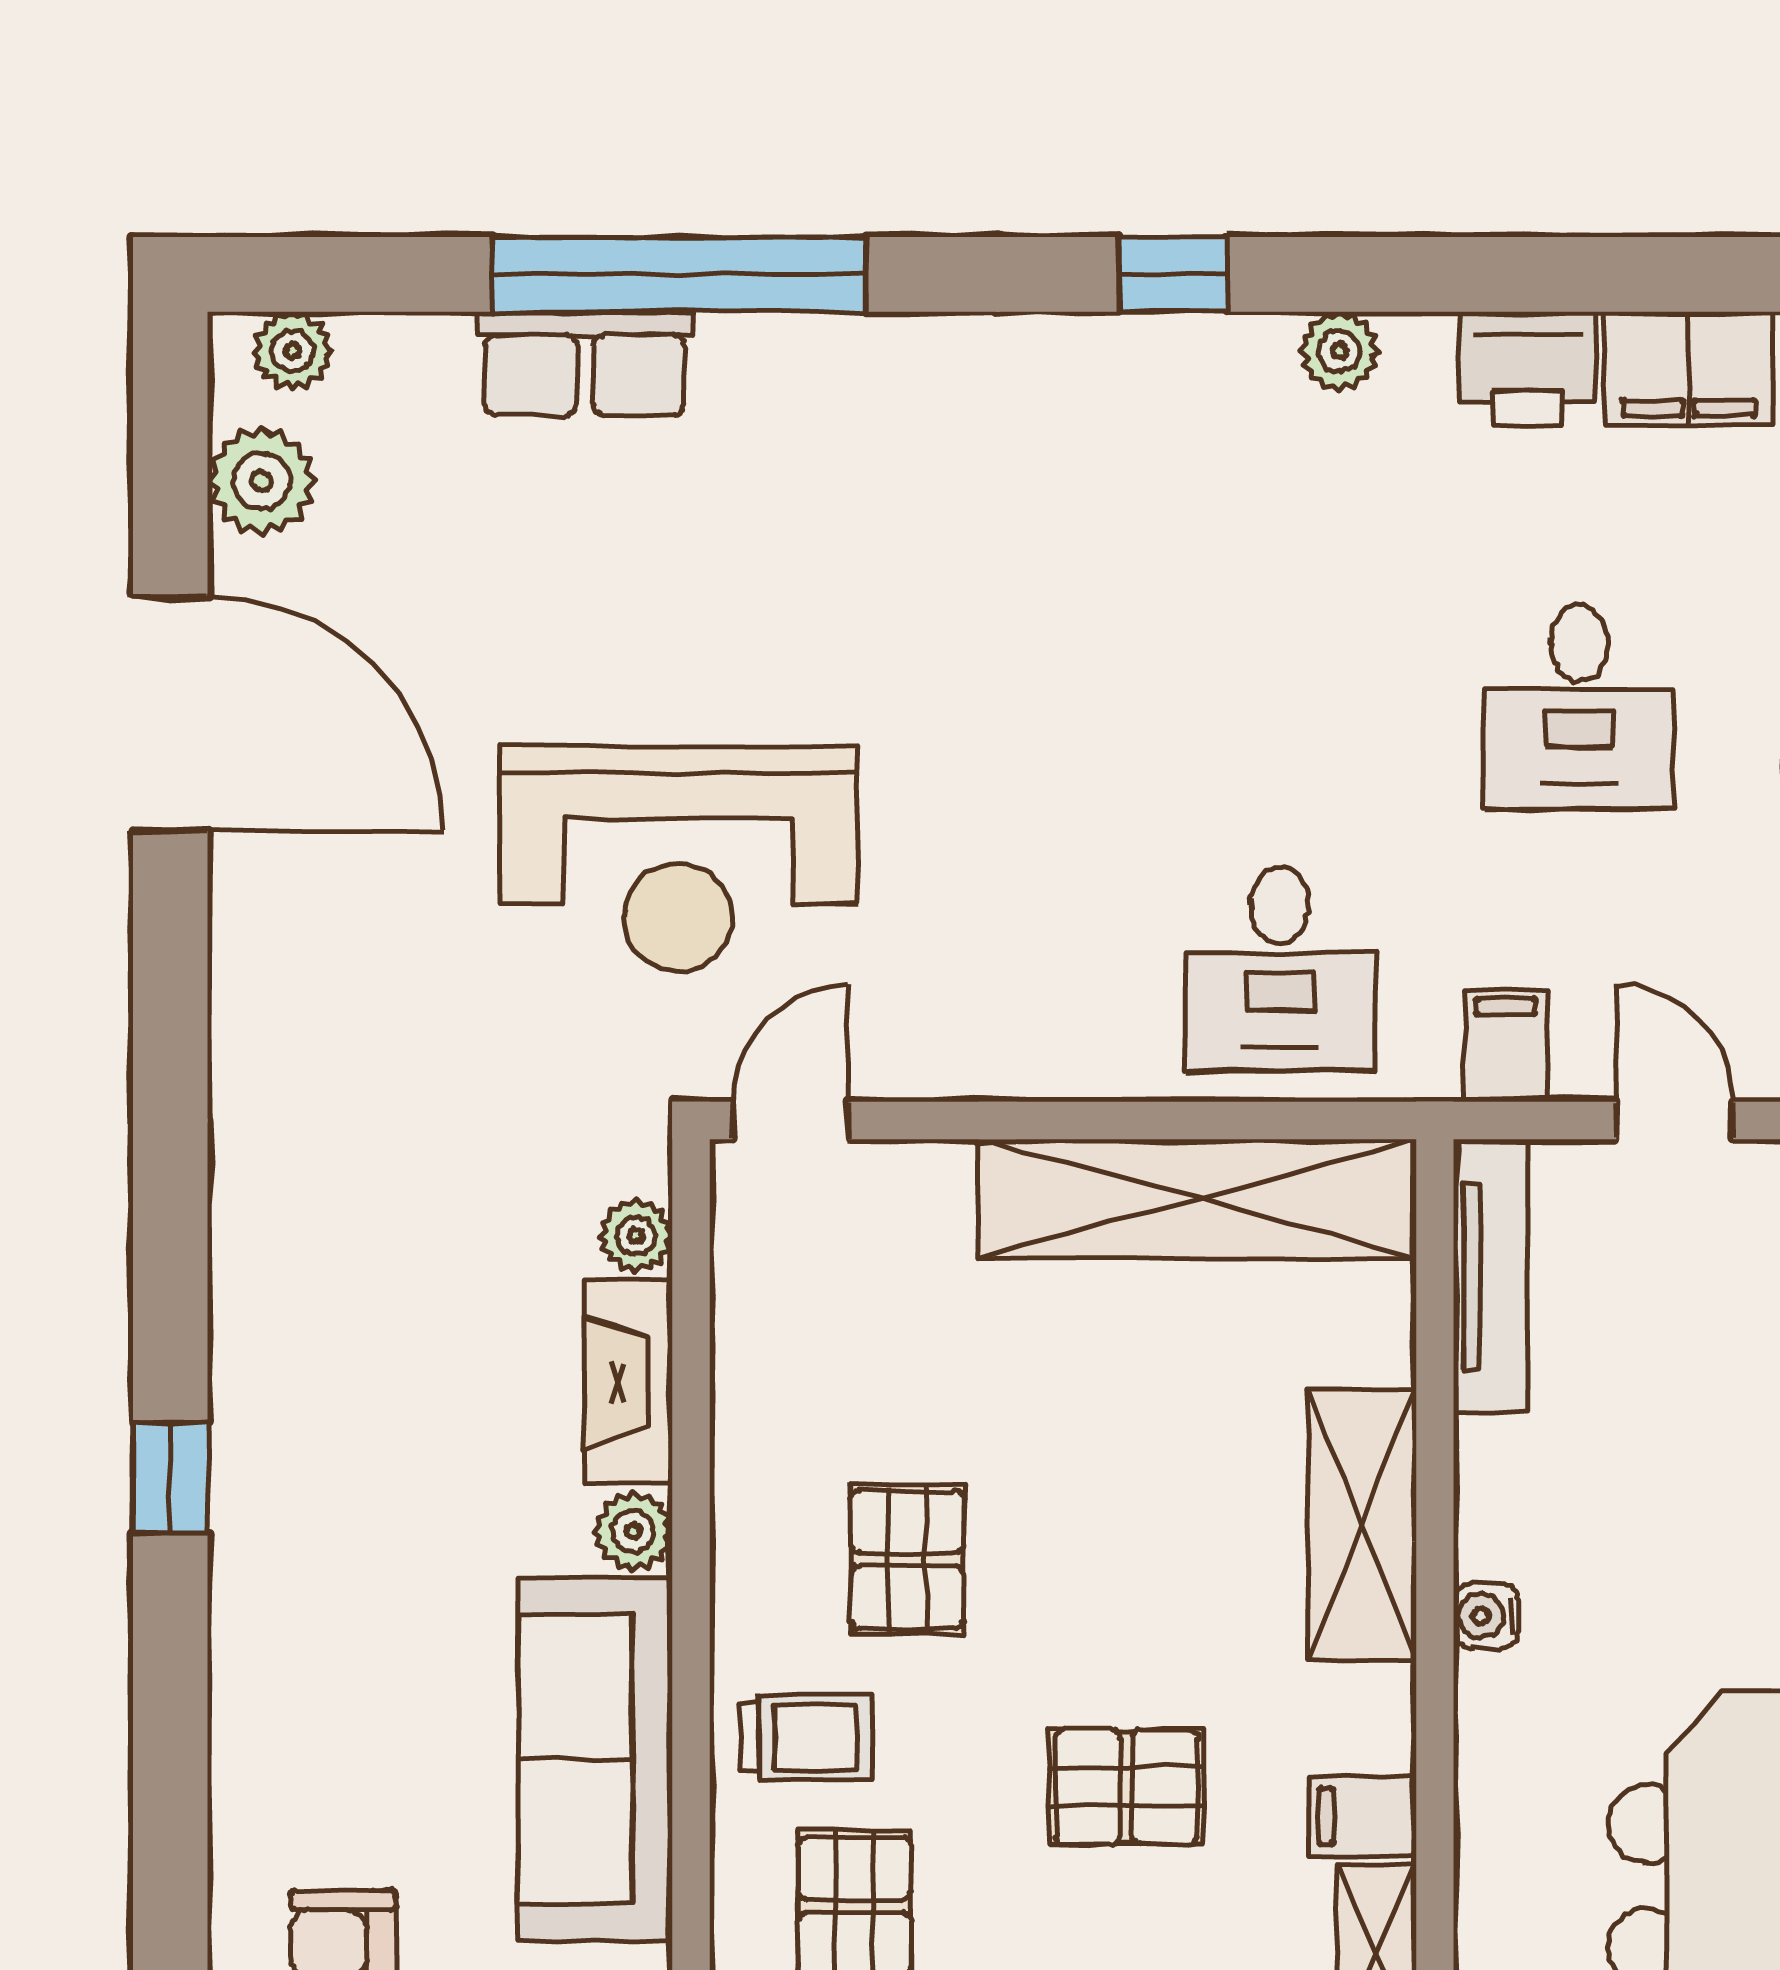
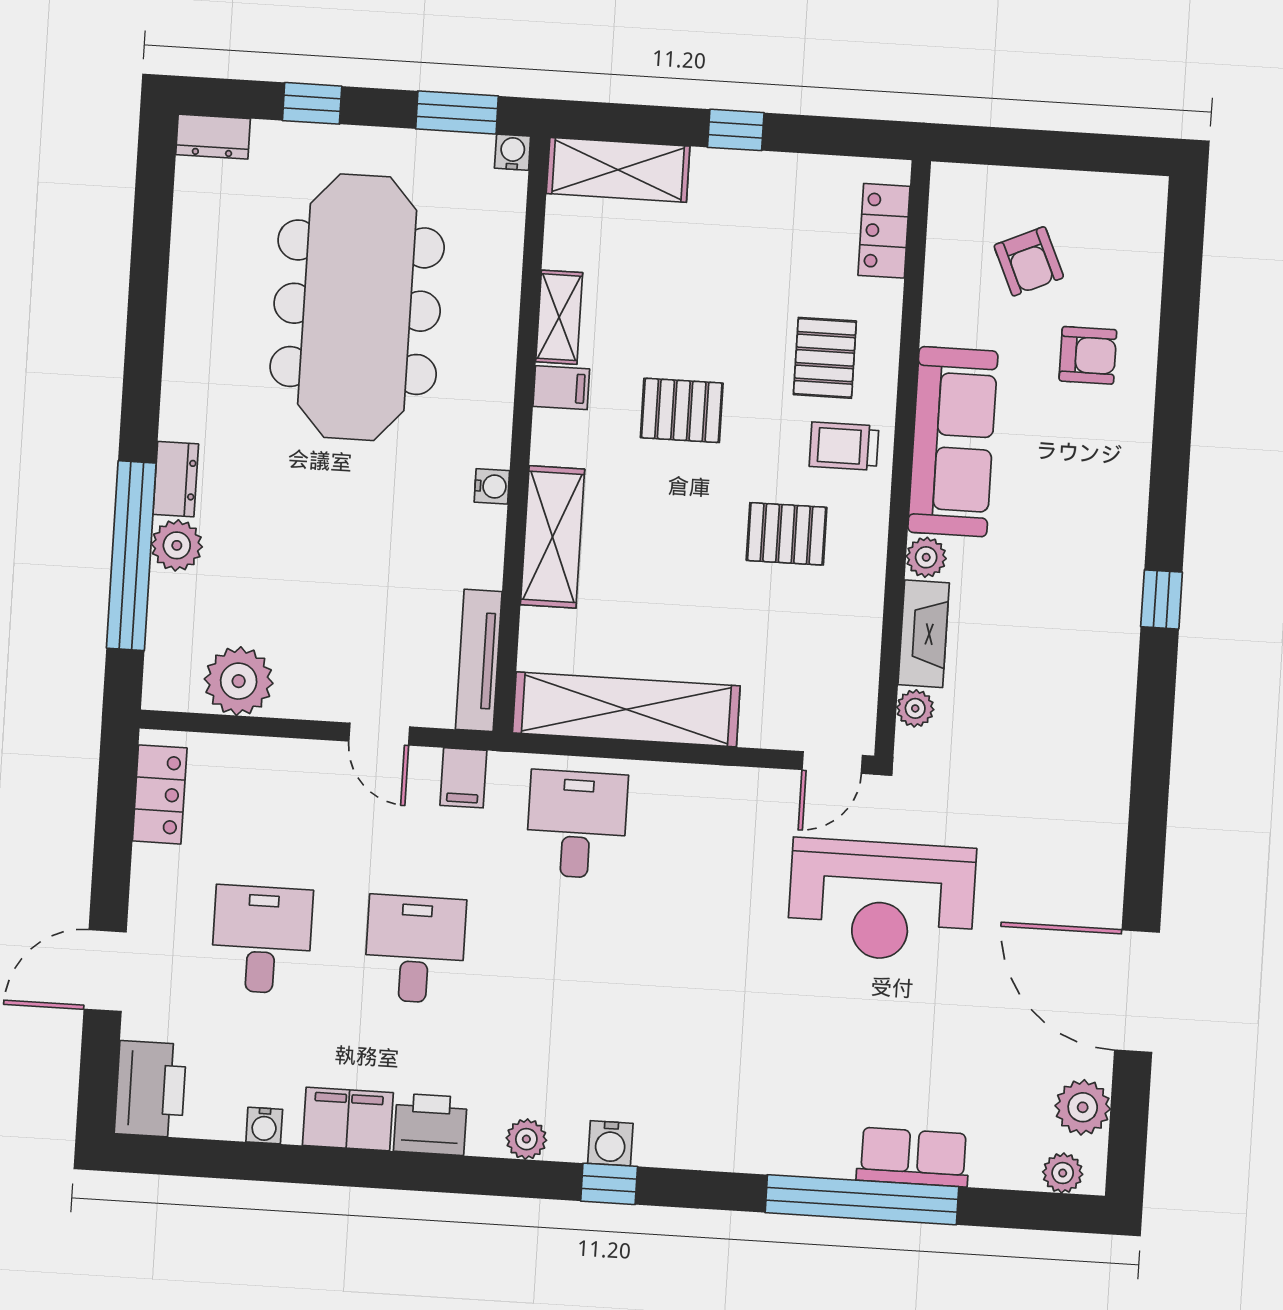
water cooler: (1175, 353) -> (610, 1143), added
reception desk: (678, 859) -> (881, 900), turned 180
pallet: (907, 1560) -> (787, 534), turned 90

